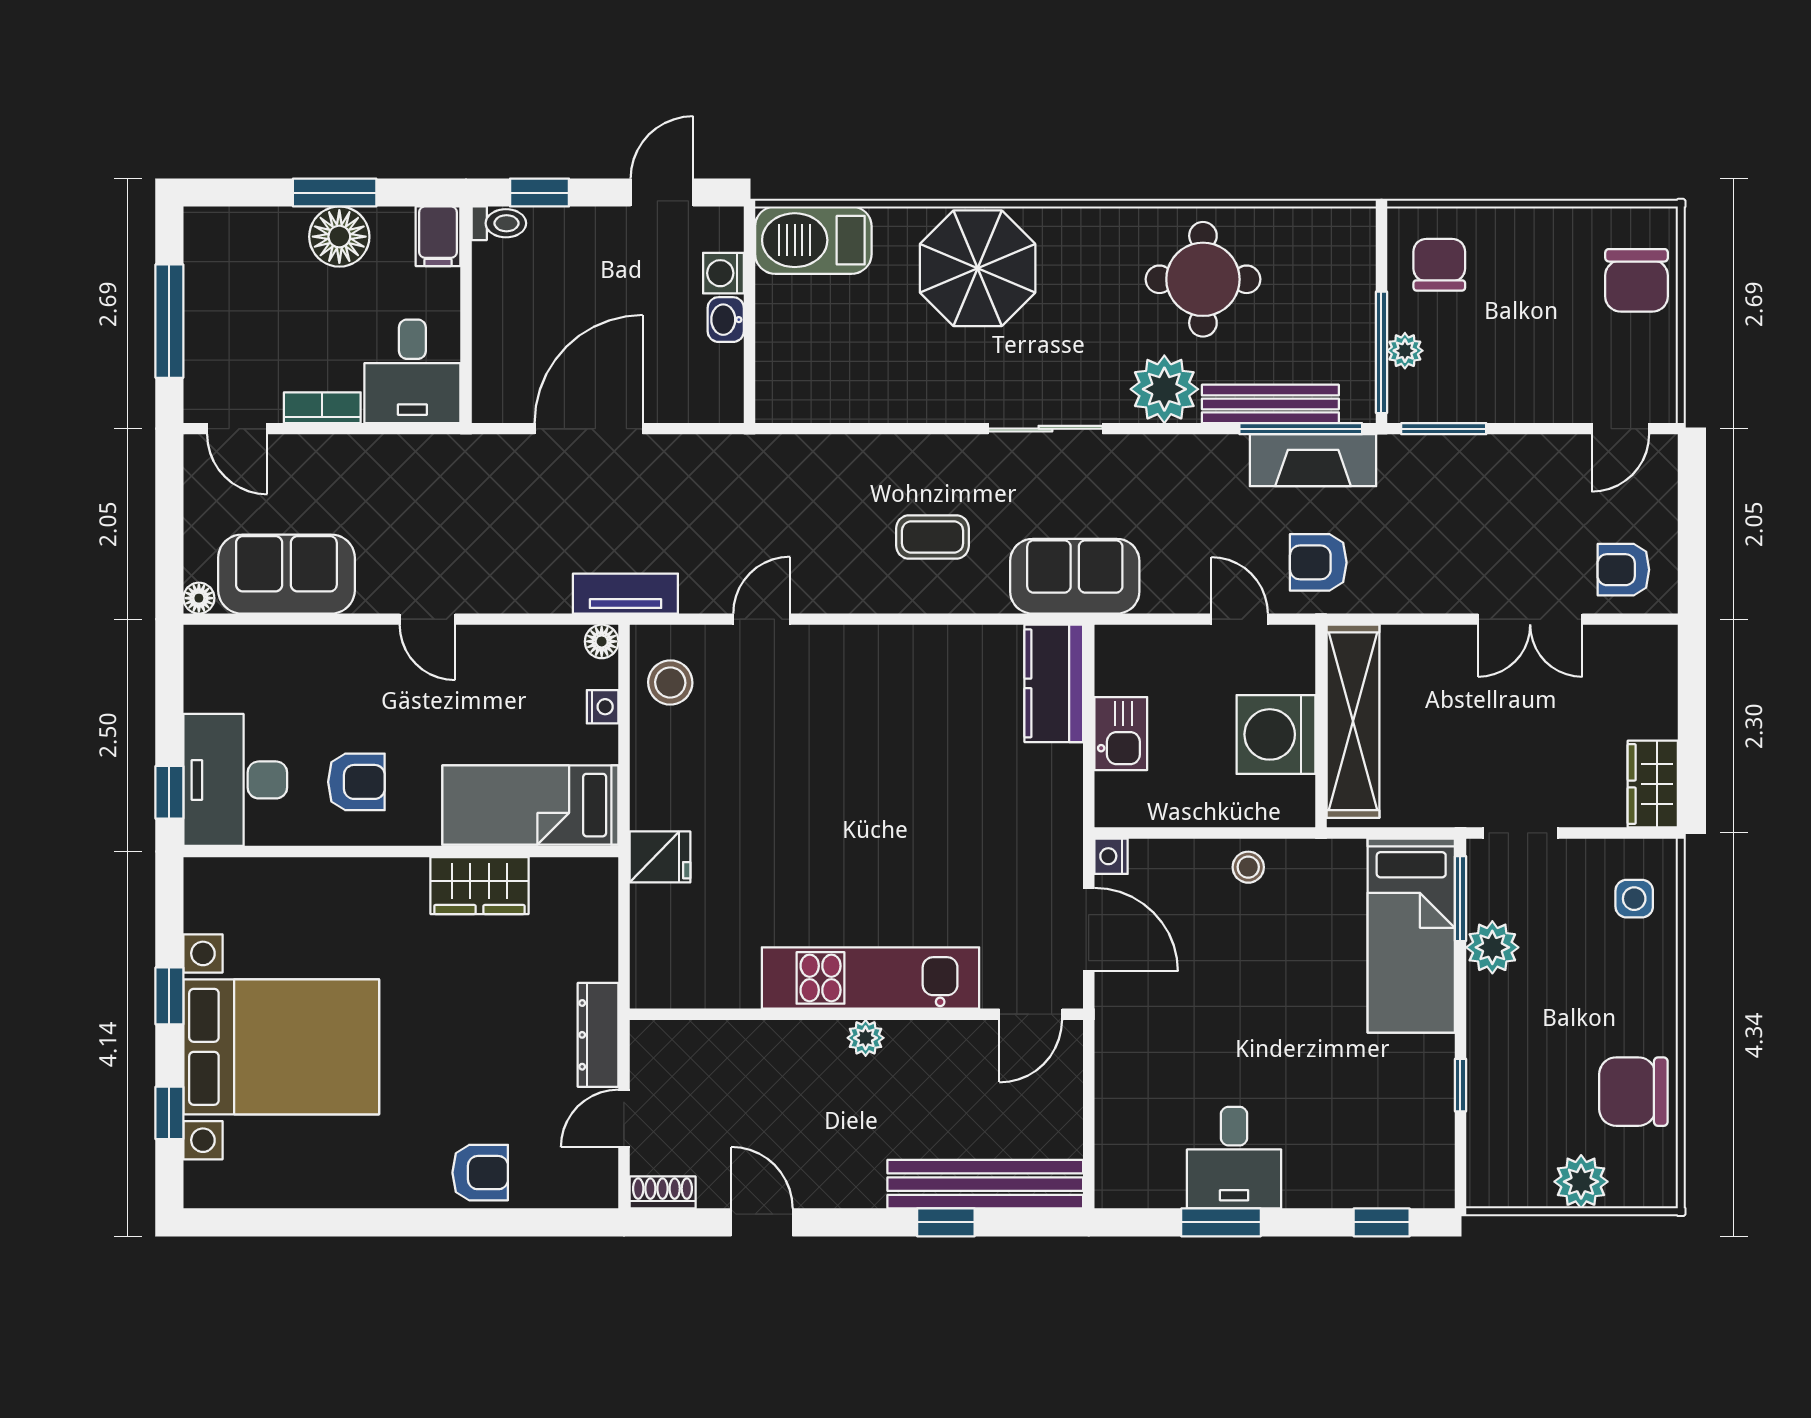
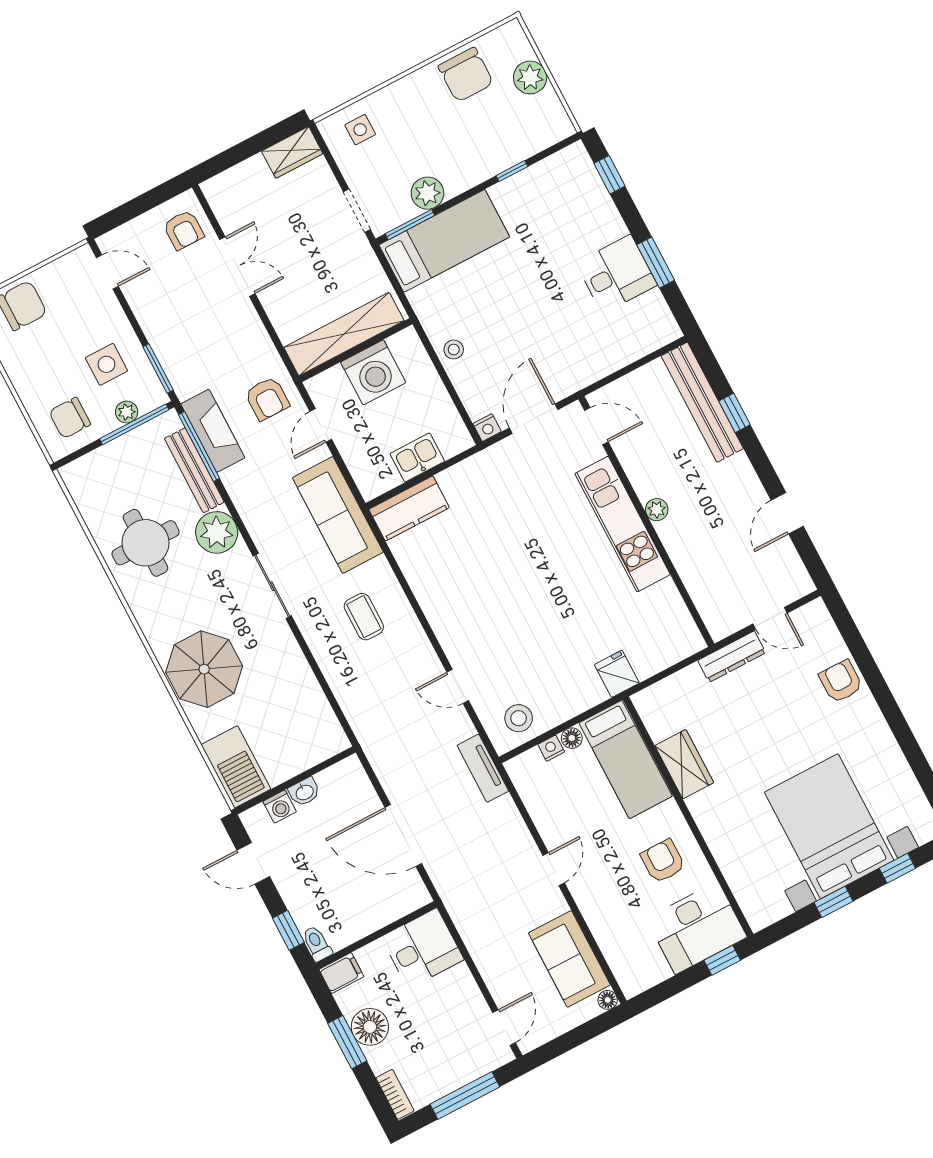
side table: (1489, 358) -> (106, 364), added
bookcase: (322, 408) -> (395, 1094), moved, turned 180
sofa: (1075, 576) -> (338, 515), width x1.36
floor lamp: (602, 641) -> (572, 738), moved
shoe rack: (663, 1192) -> (799, 576), removed

